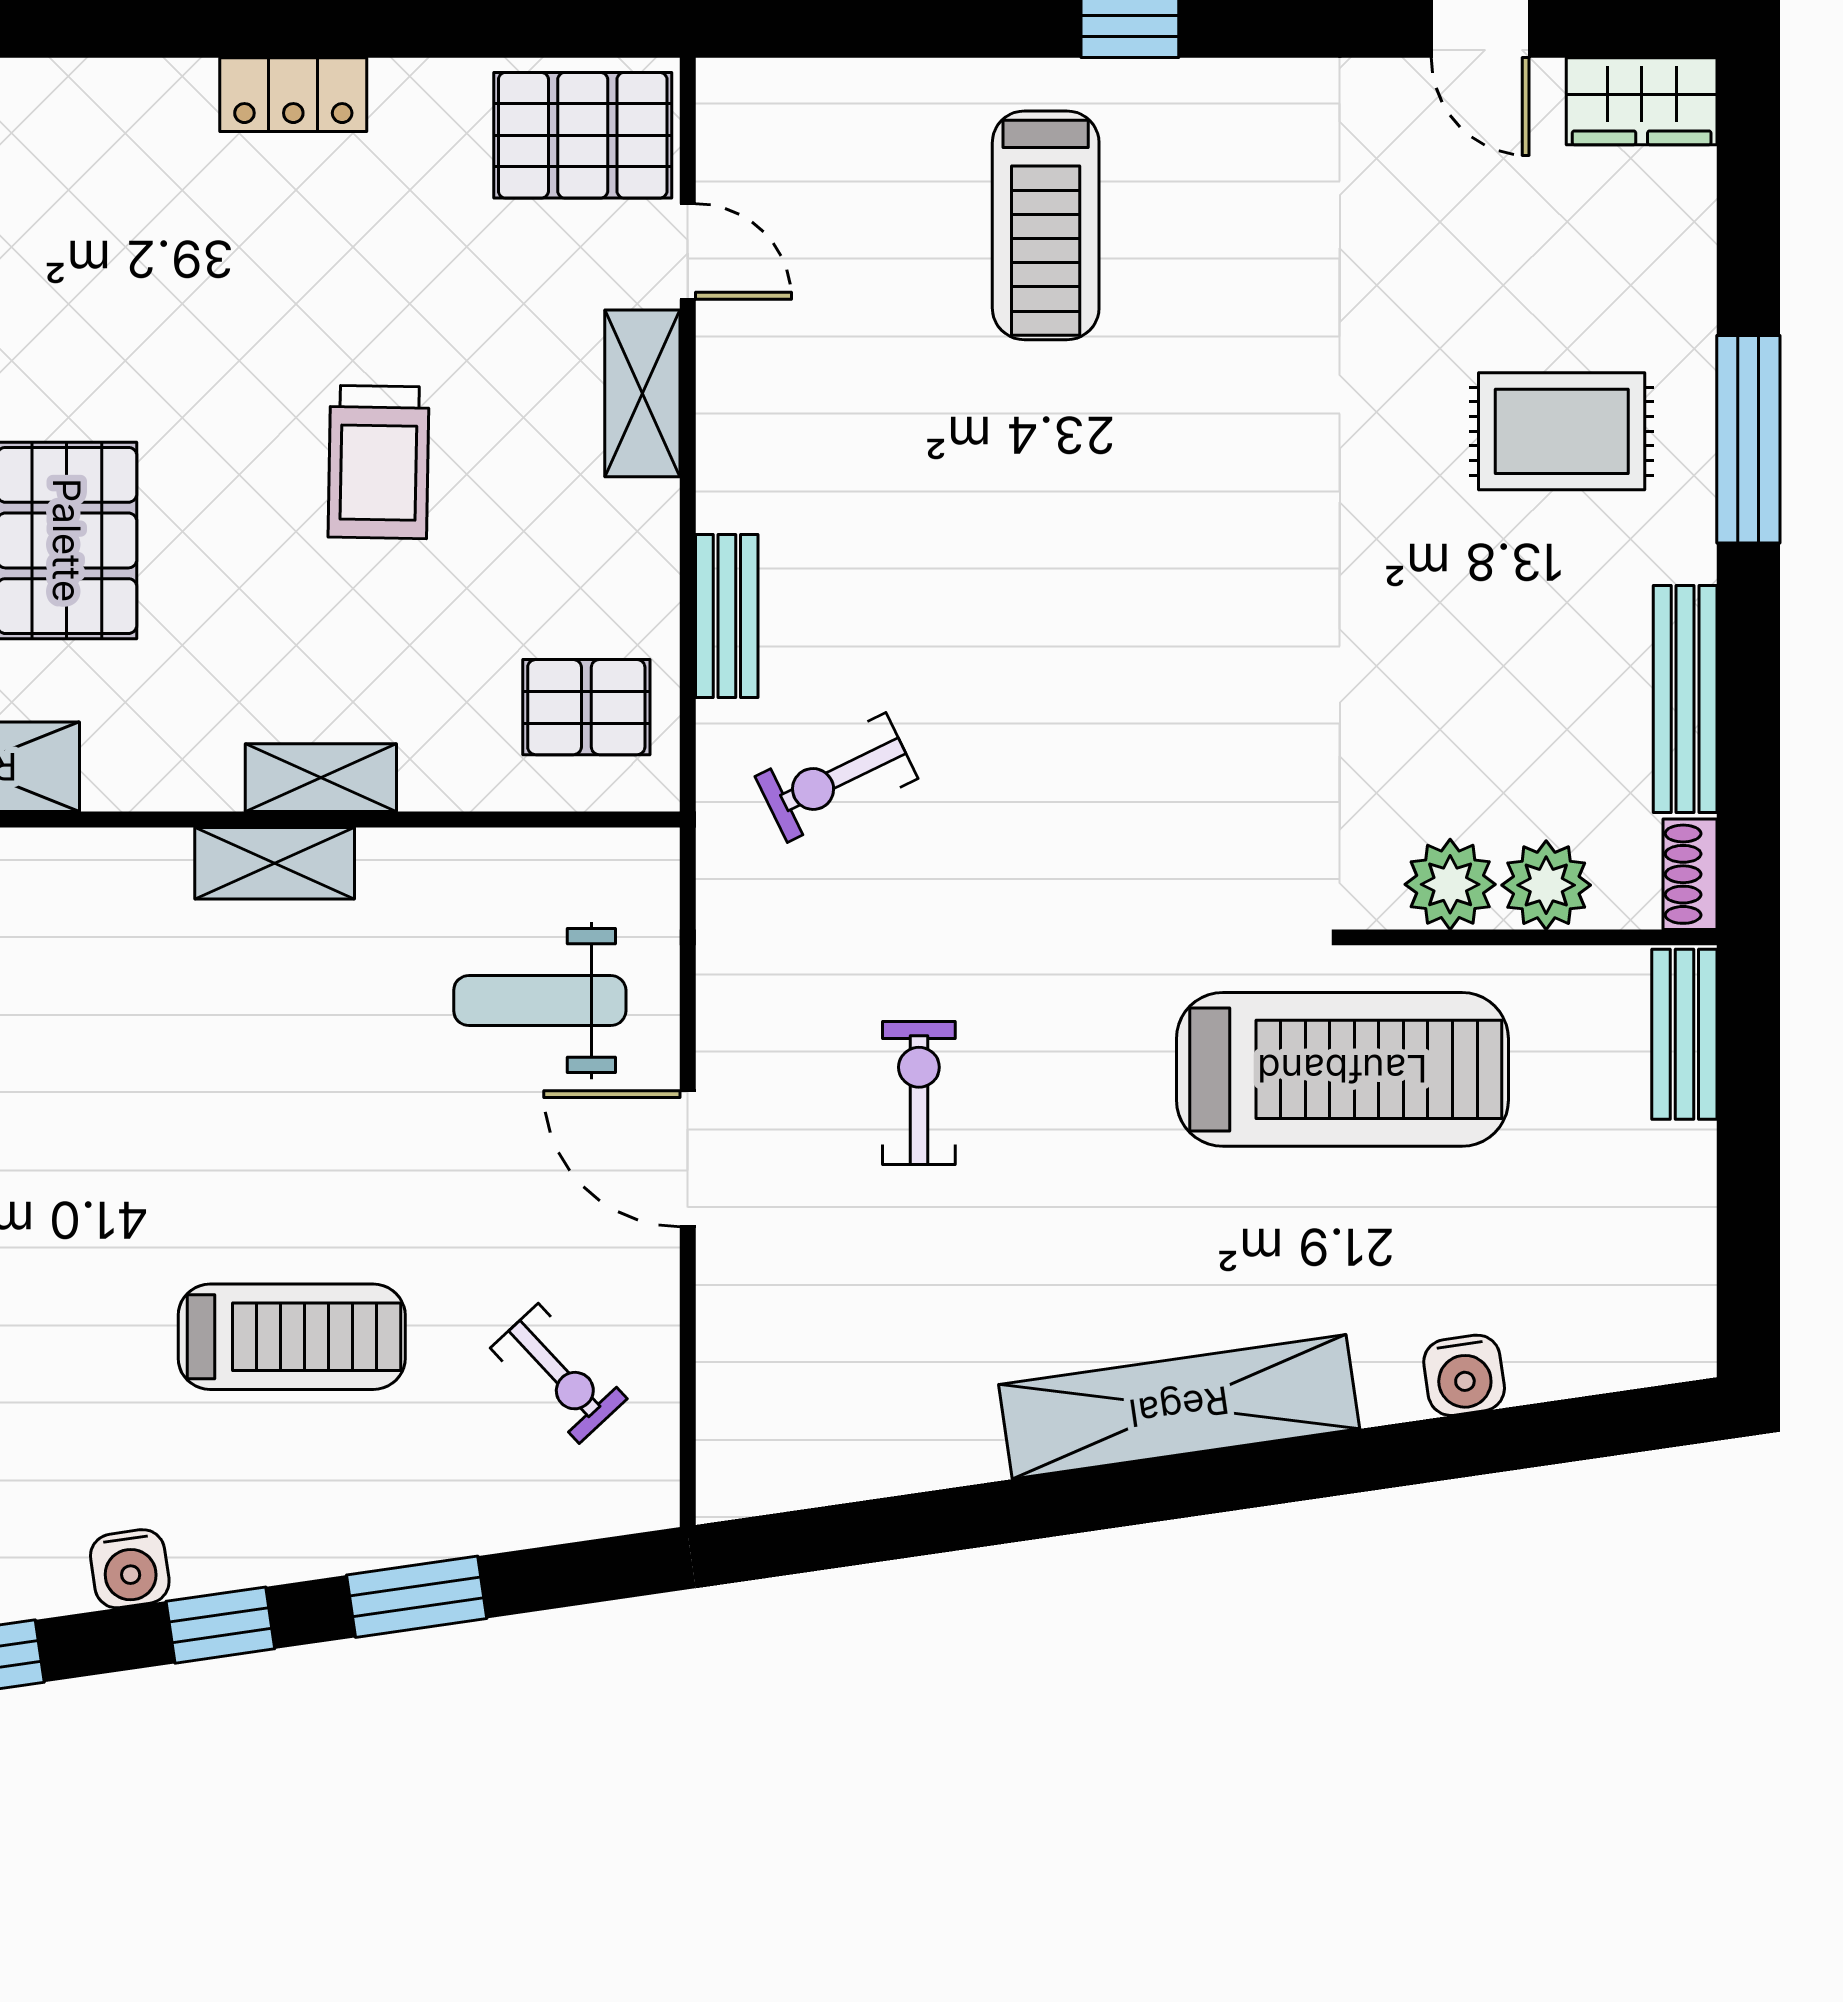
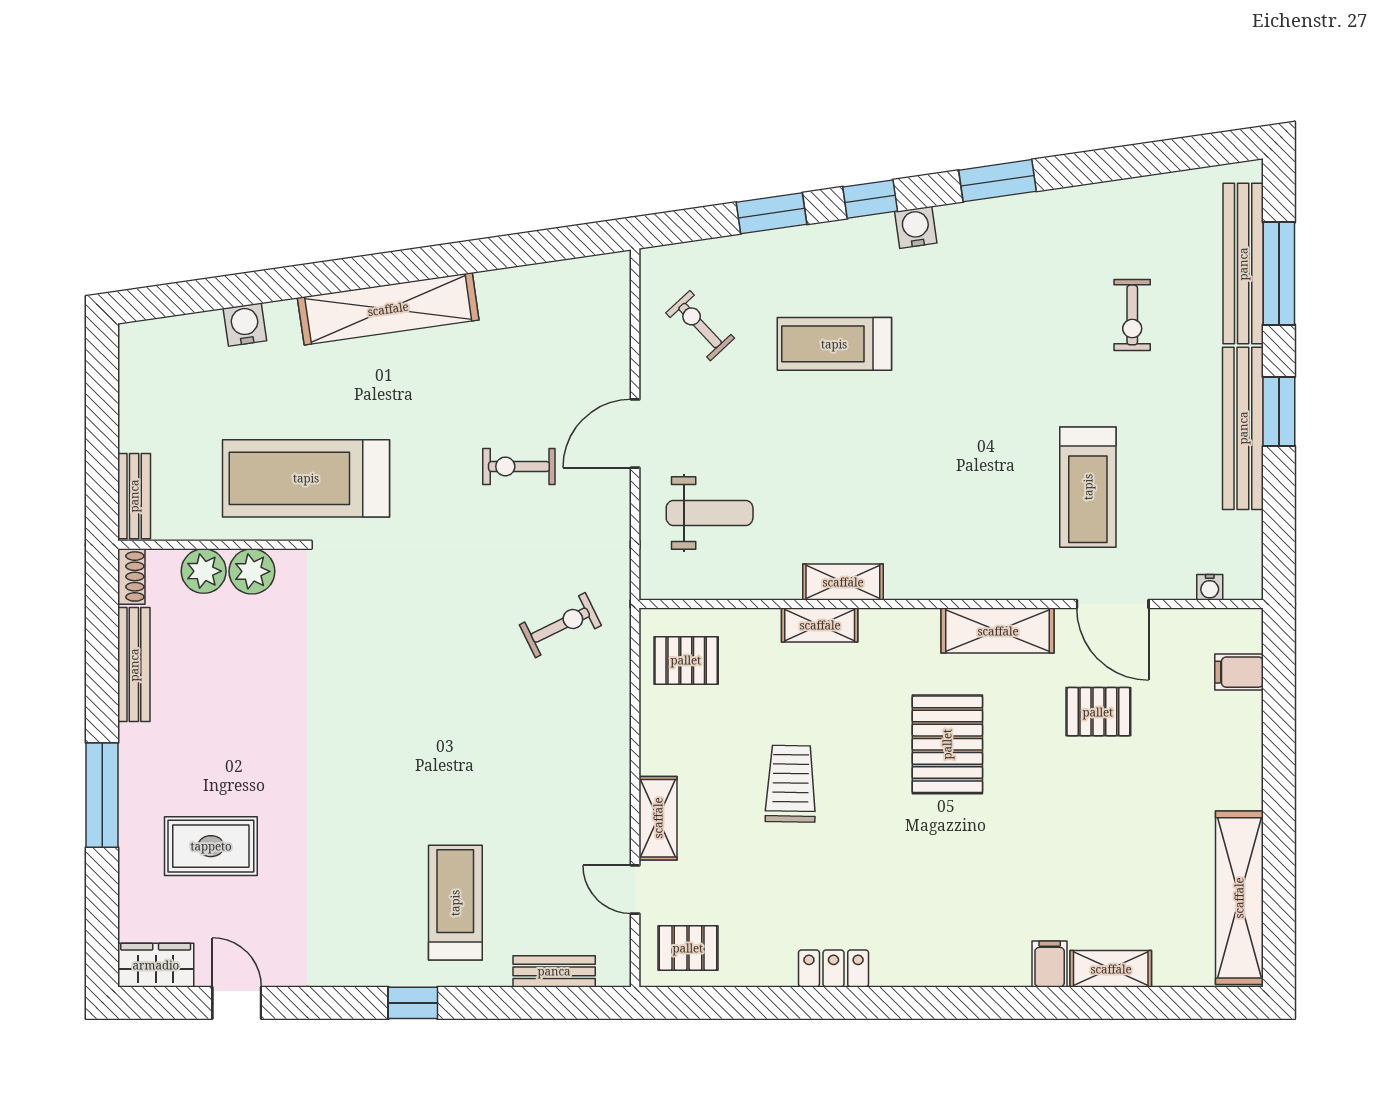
pallet: (583, 135) -> (688, 948), width x0.67, depth x0.71
rug: (1562, 431) -> (211, 846), moved
bench: (727, 616) -> (554, 971), moved, turned 90
exercise bike: (919, 1093) -> (519, 466), turned 90
door: (688, 1159) -> (635, 433), swing flipped

